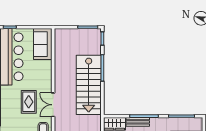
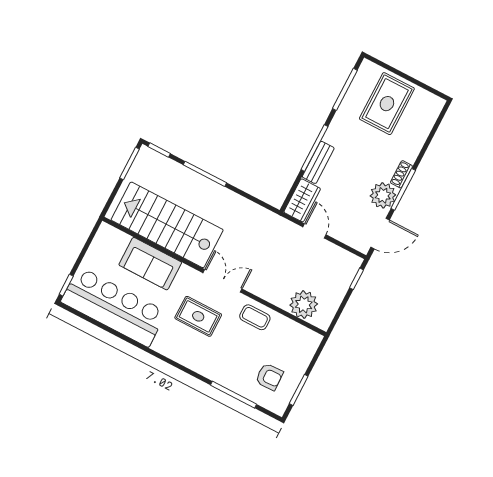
sofa: (43, 44) -> (150, 264), moved
stairs: (89, 85) -> (167, 225), moved, turned 180
double door: (53, 105) -> (223, 281), swing flipped

